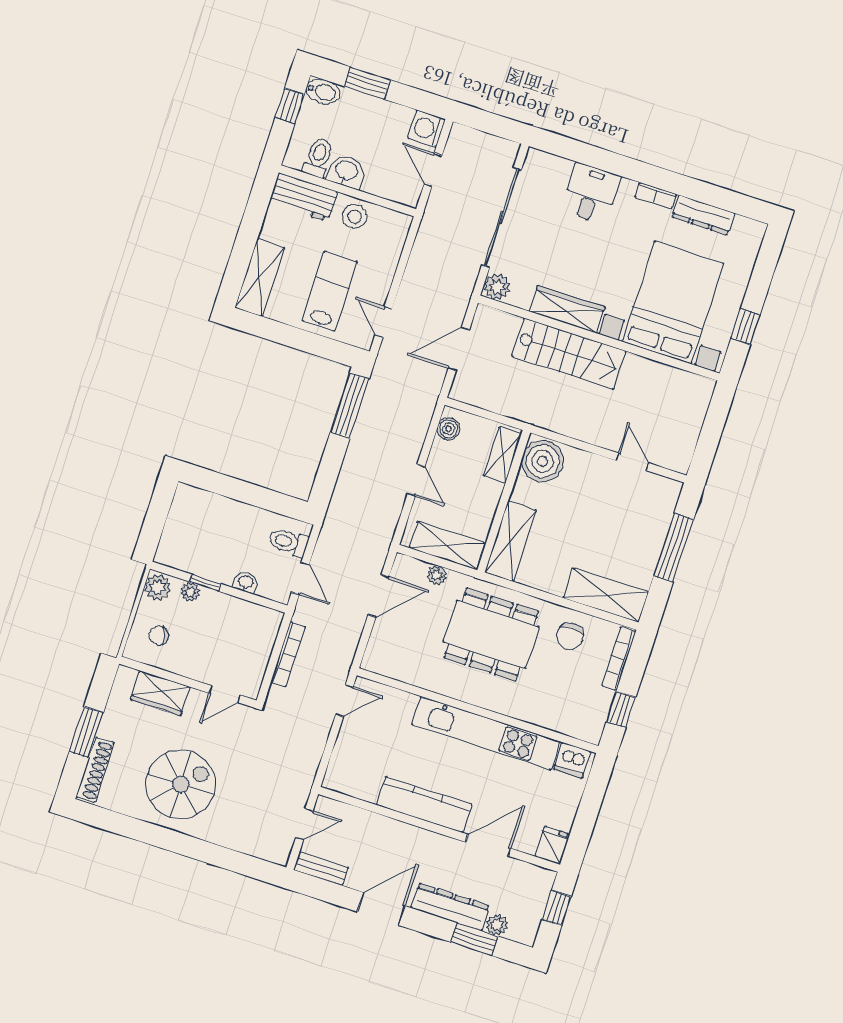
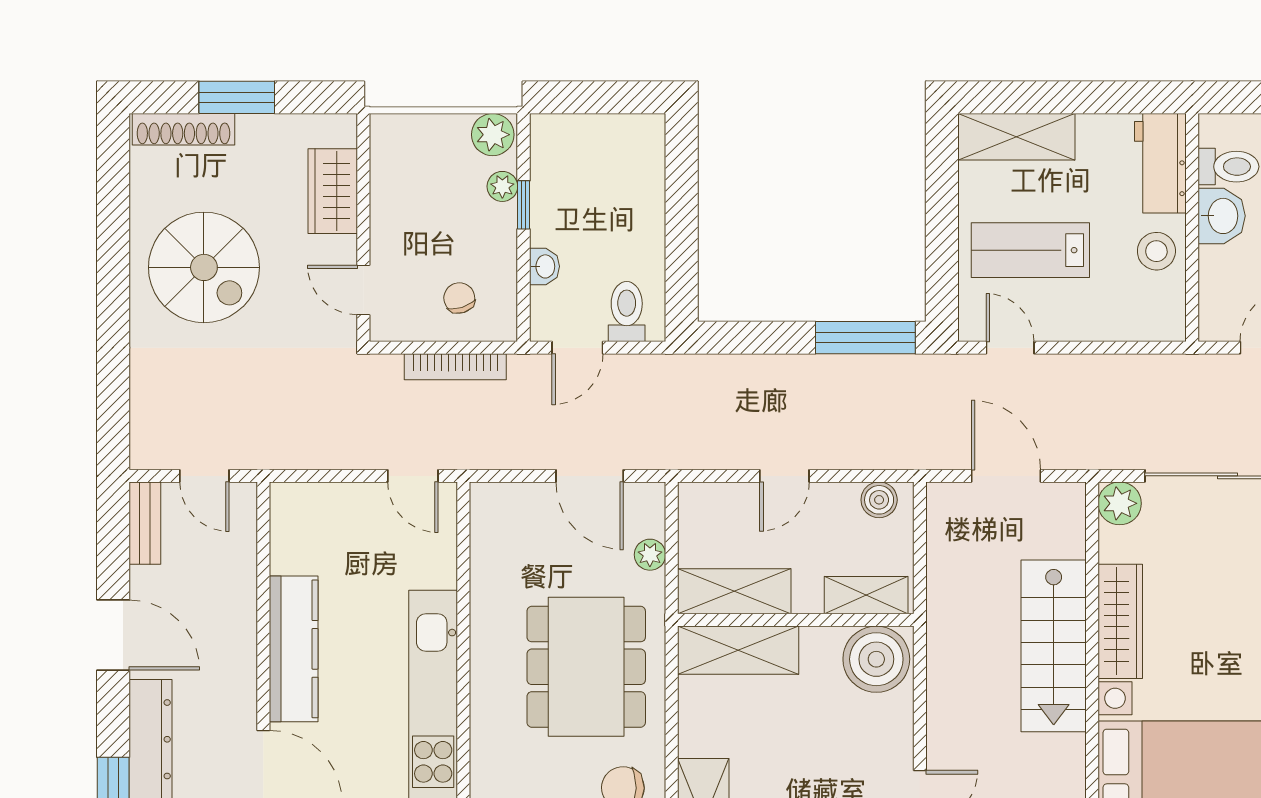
lab bench: (330, 291) -> (1030, 250), turned 180
door: (384, 322) -> (1010, 348), hinge flipped
shelving: (447, 546) -> (734, 591), moved, turned 90
chair: (159, 636) -> (459, 298), moved

